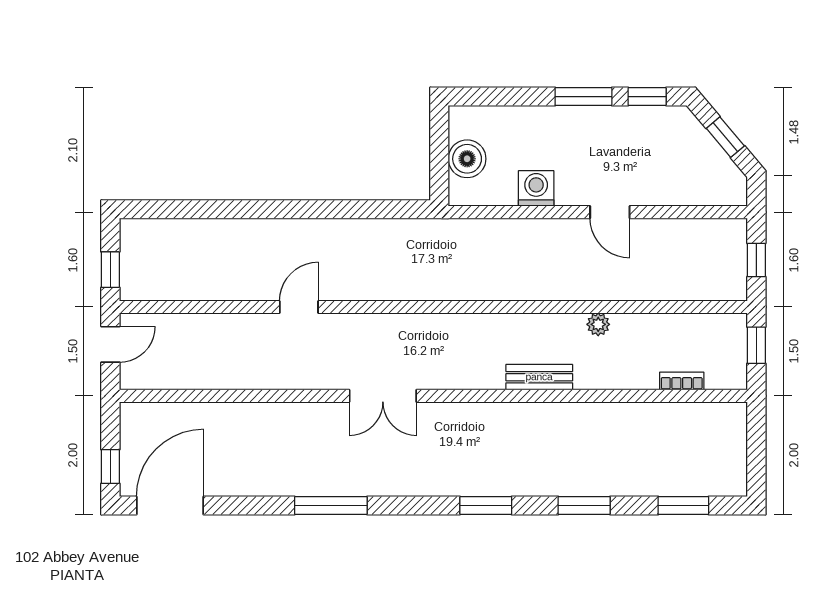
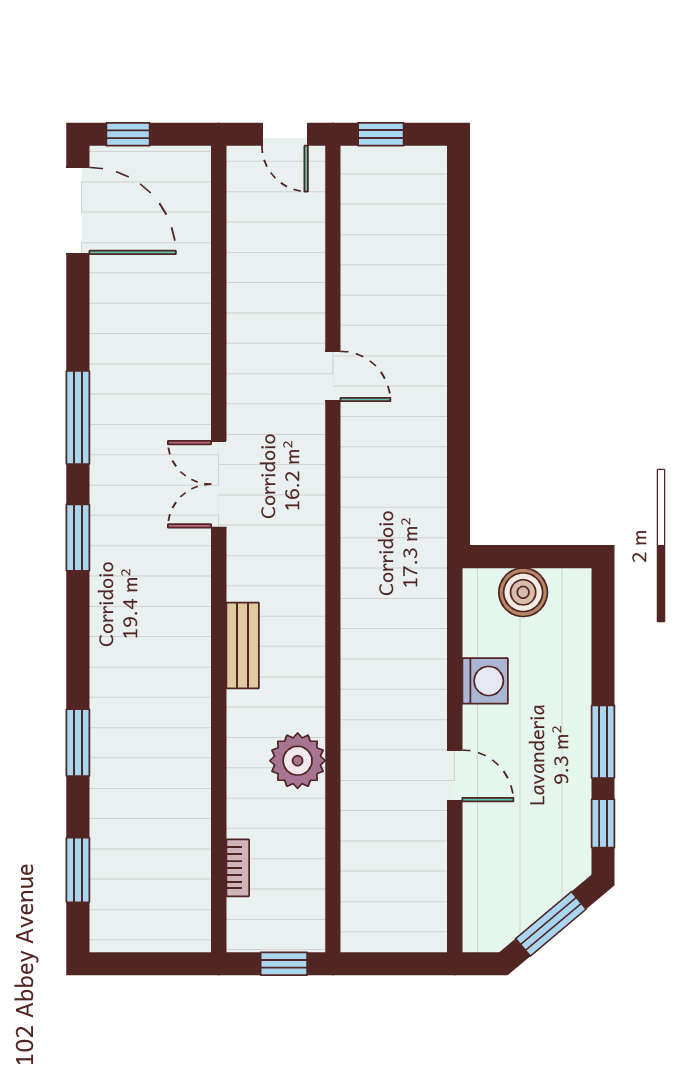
window: (725, 137) -> (551, 924), width x1.50
door: (610, 212) -> (455, 776), swing flipped
window: (756, 260) -> (393, 964), removed
plant: (598, 324) -> (298, 761), width x1.88, depth x1.88
bench: (539, 377) -> (243, 646), moved
window: (486, 505) -> (78, 538), moved

